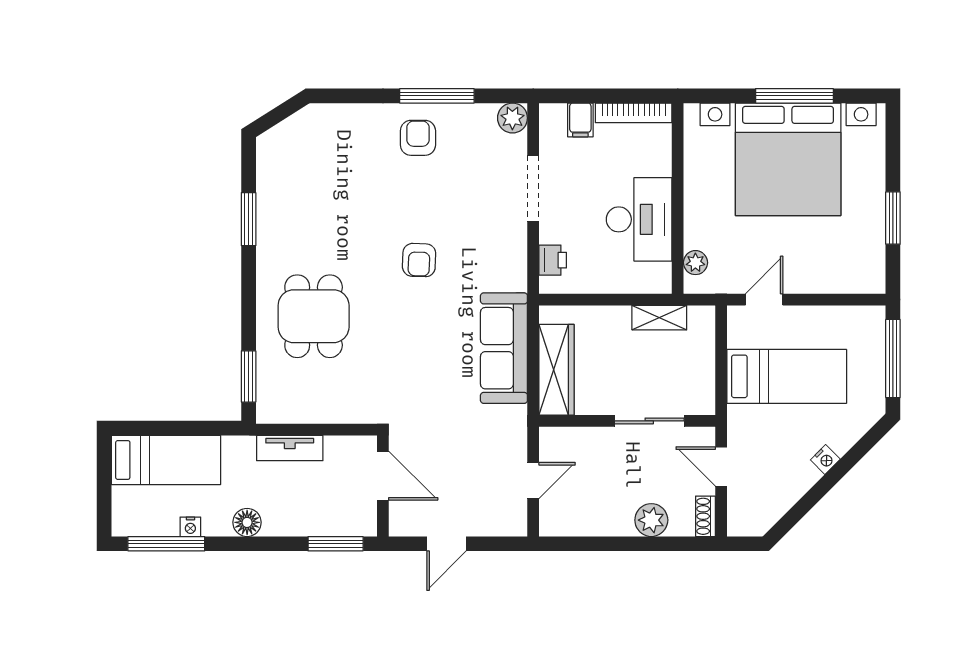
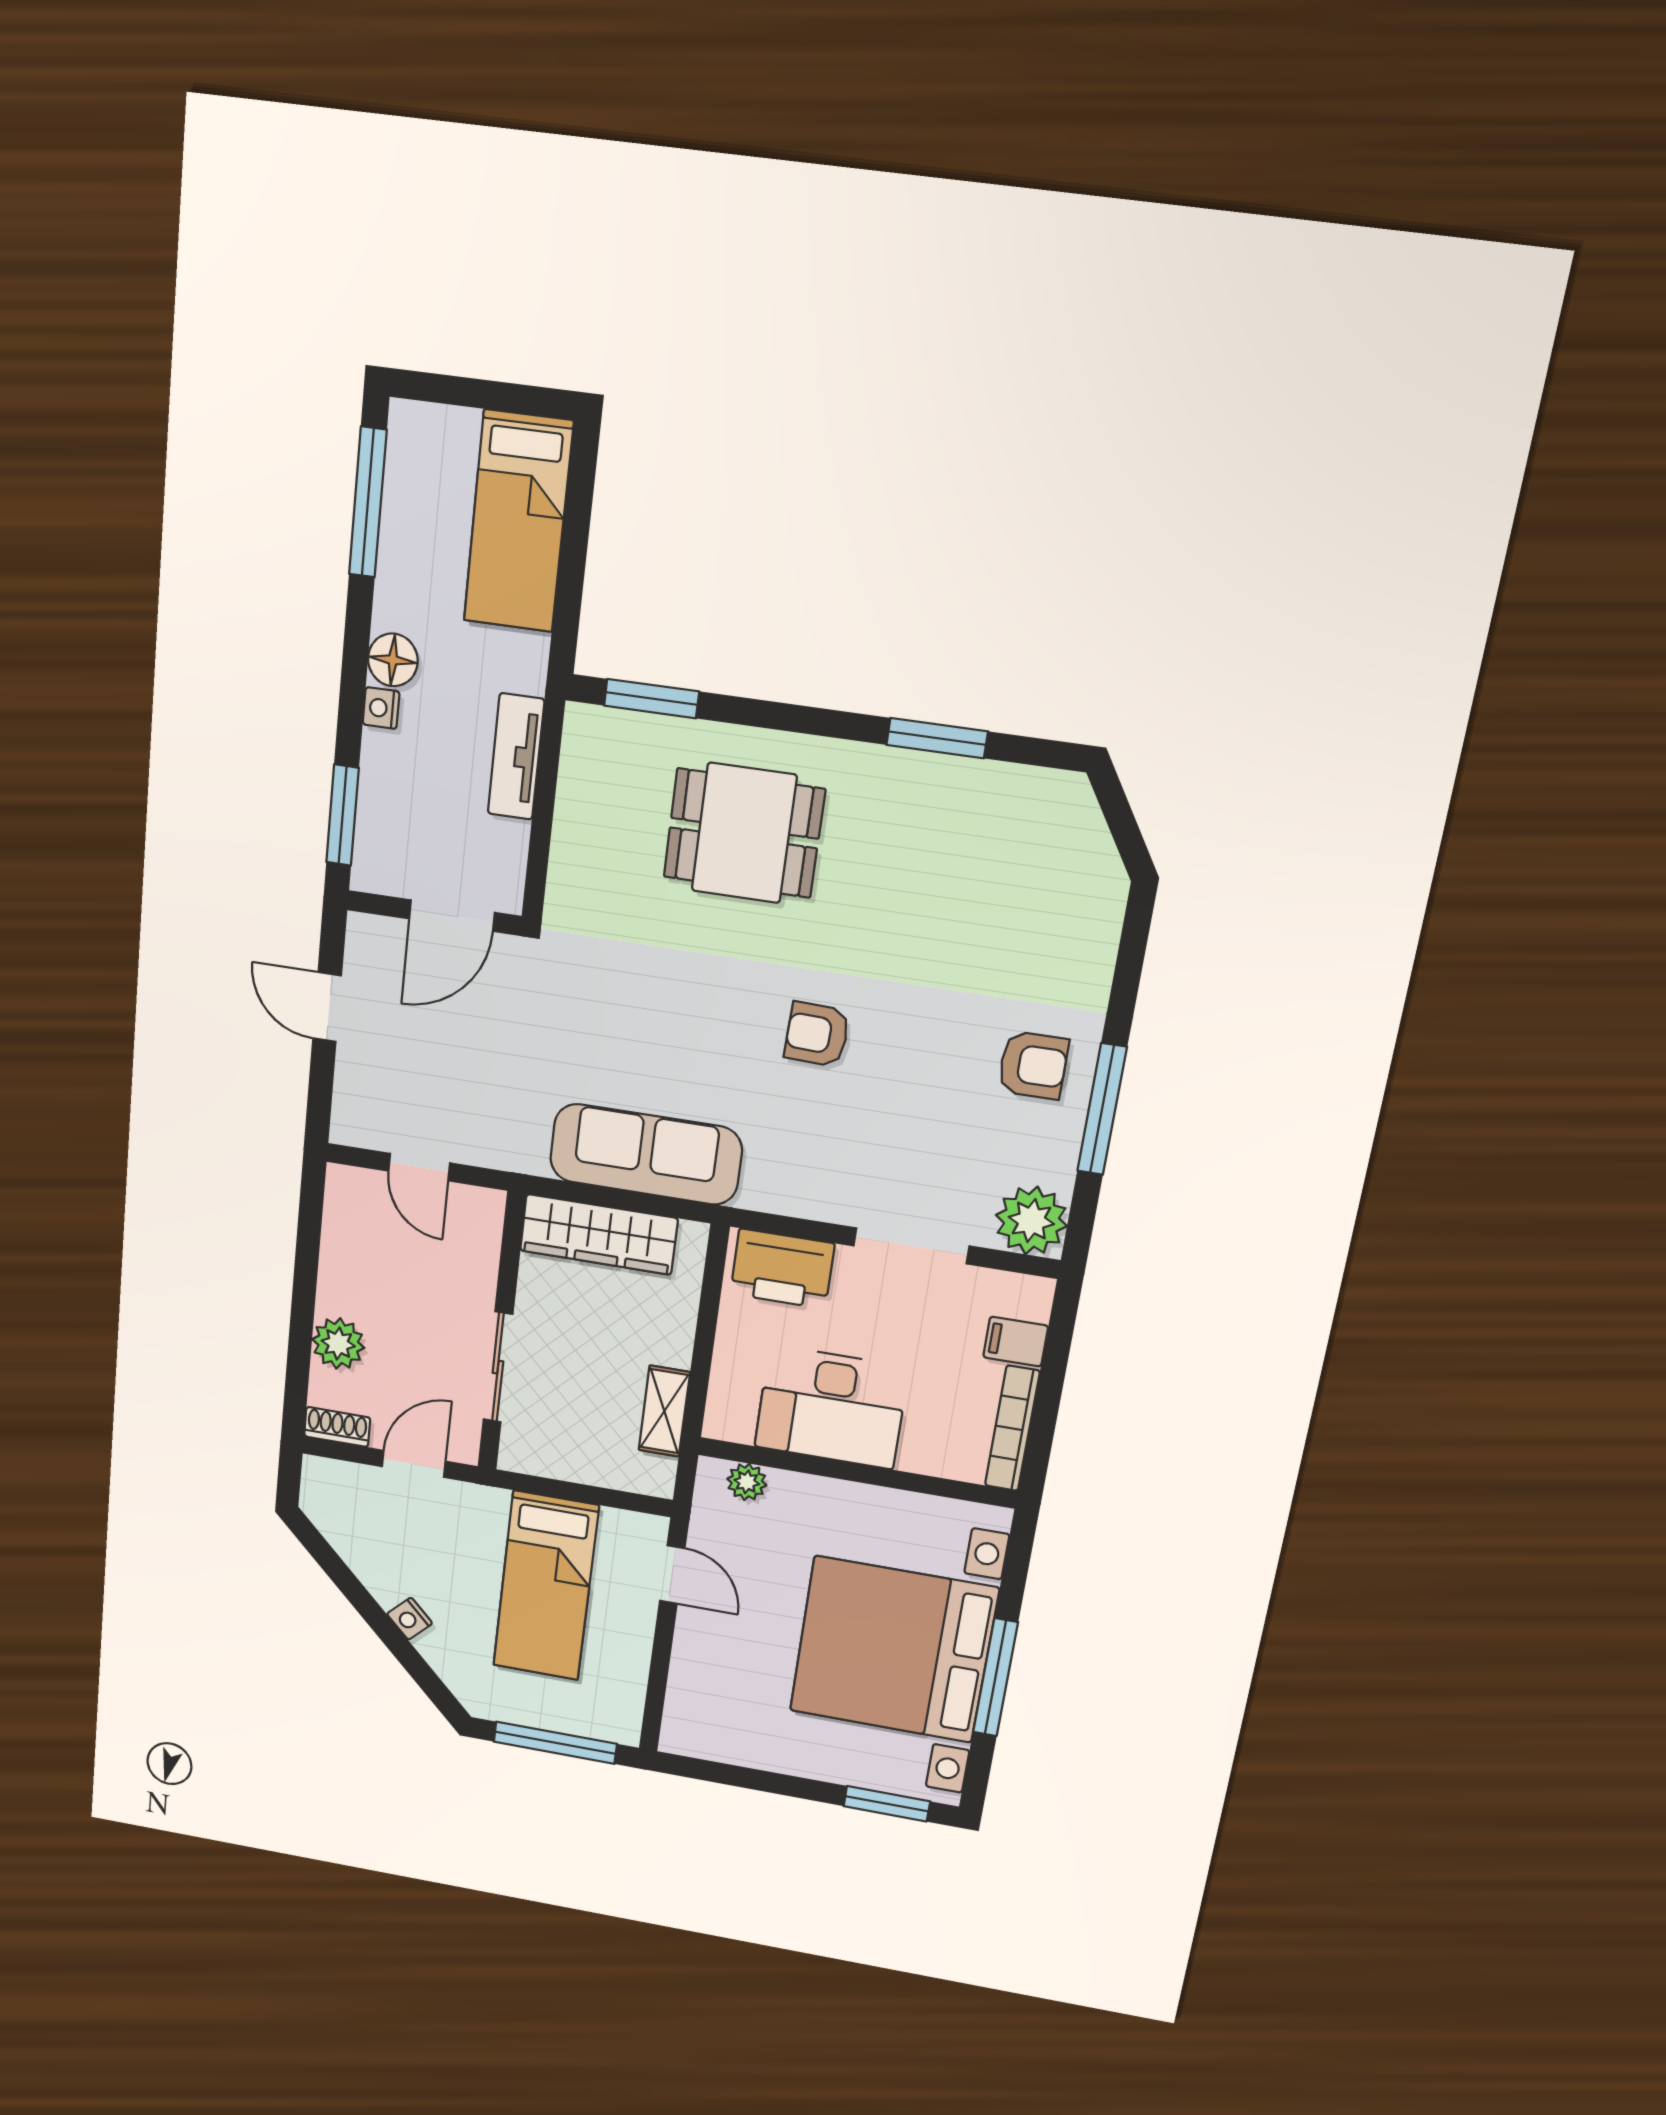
plant: (512, 118) -> (1031, 1221), width x1.36, depth x1.36
window: (893, 218) -> (887, 1804), moved
printer: (553, 260) -> (782, 1269), width x1.87, depth x1.48
nightstand: (190, 527) -> (381, 708), moved

